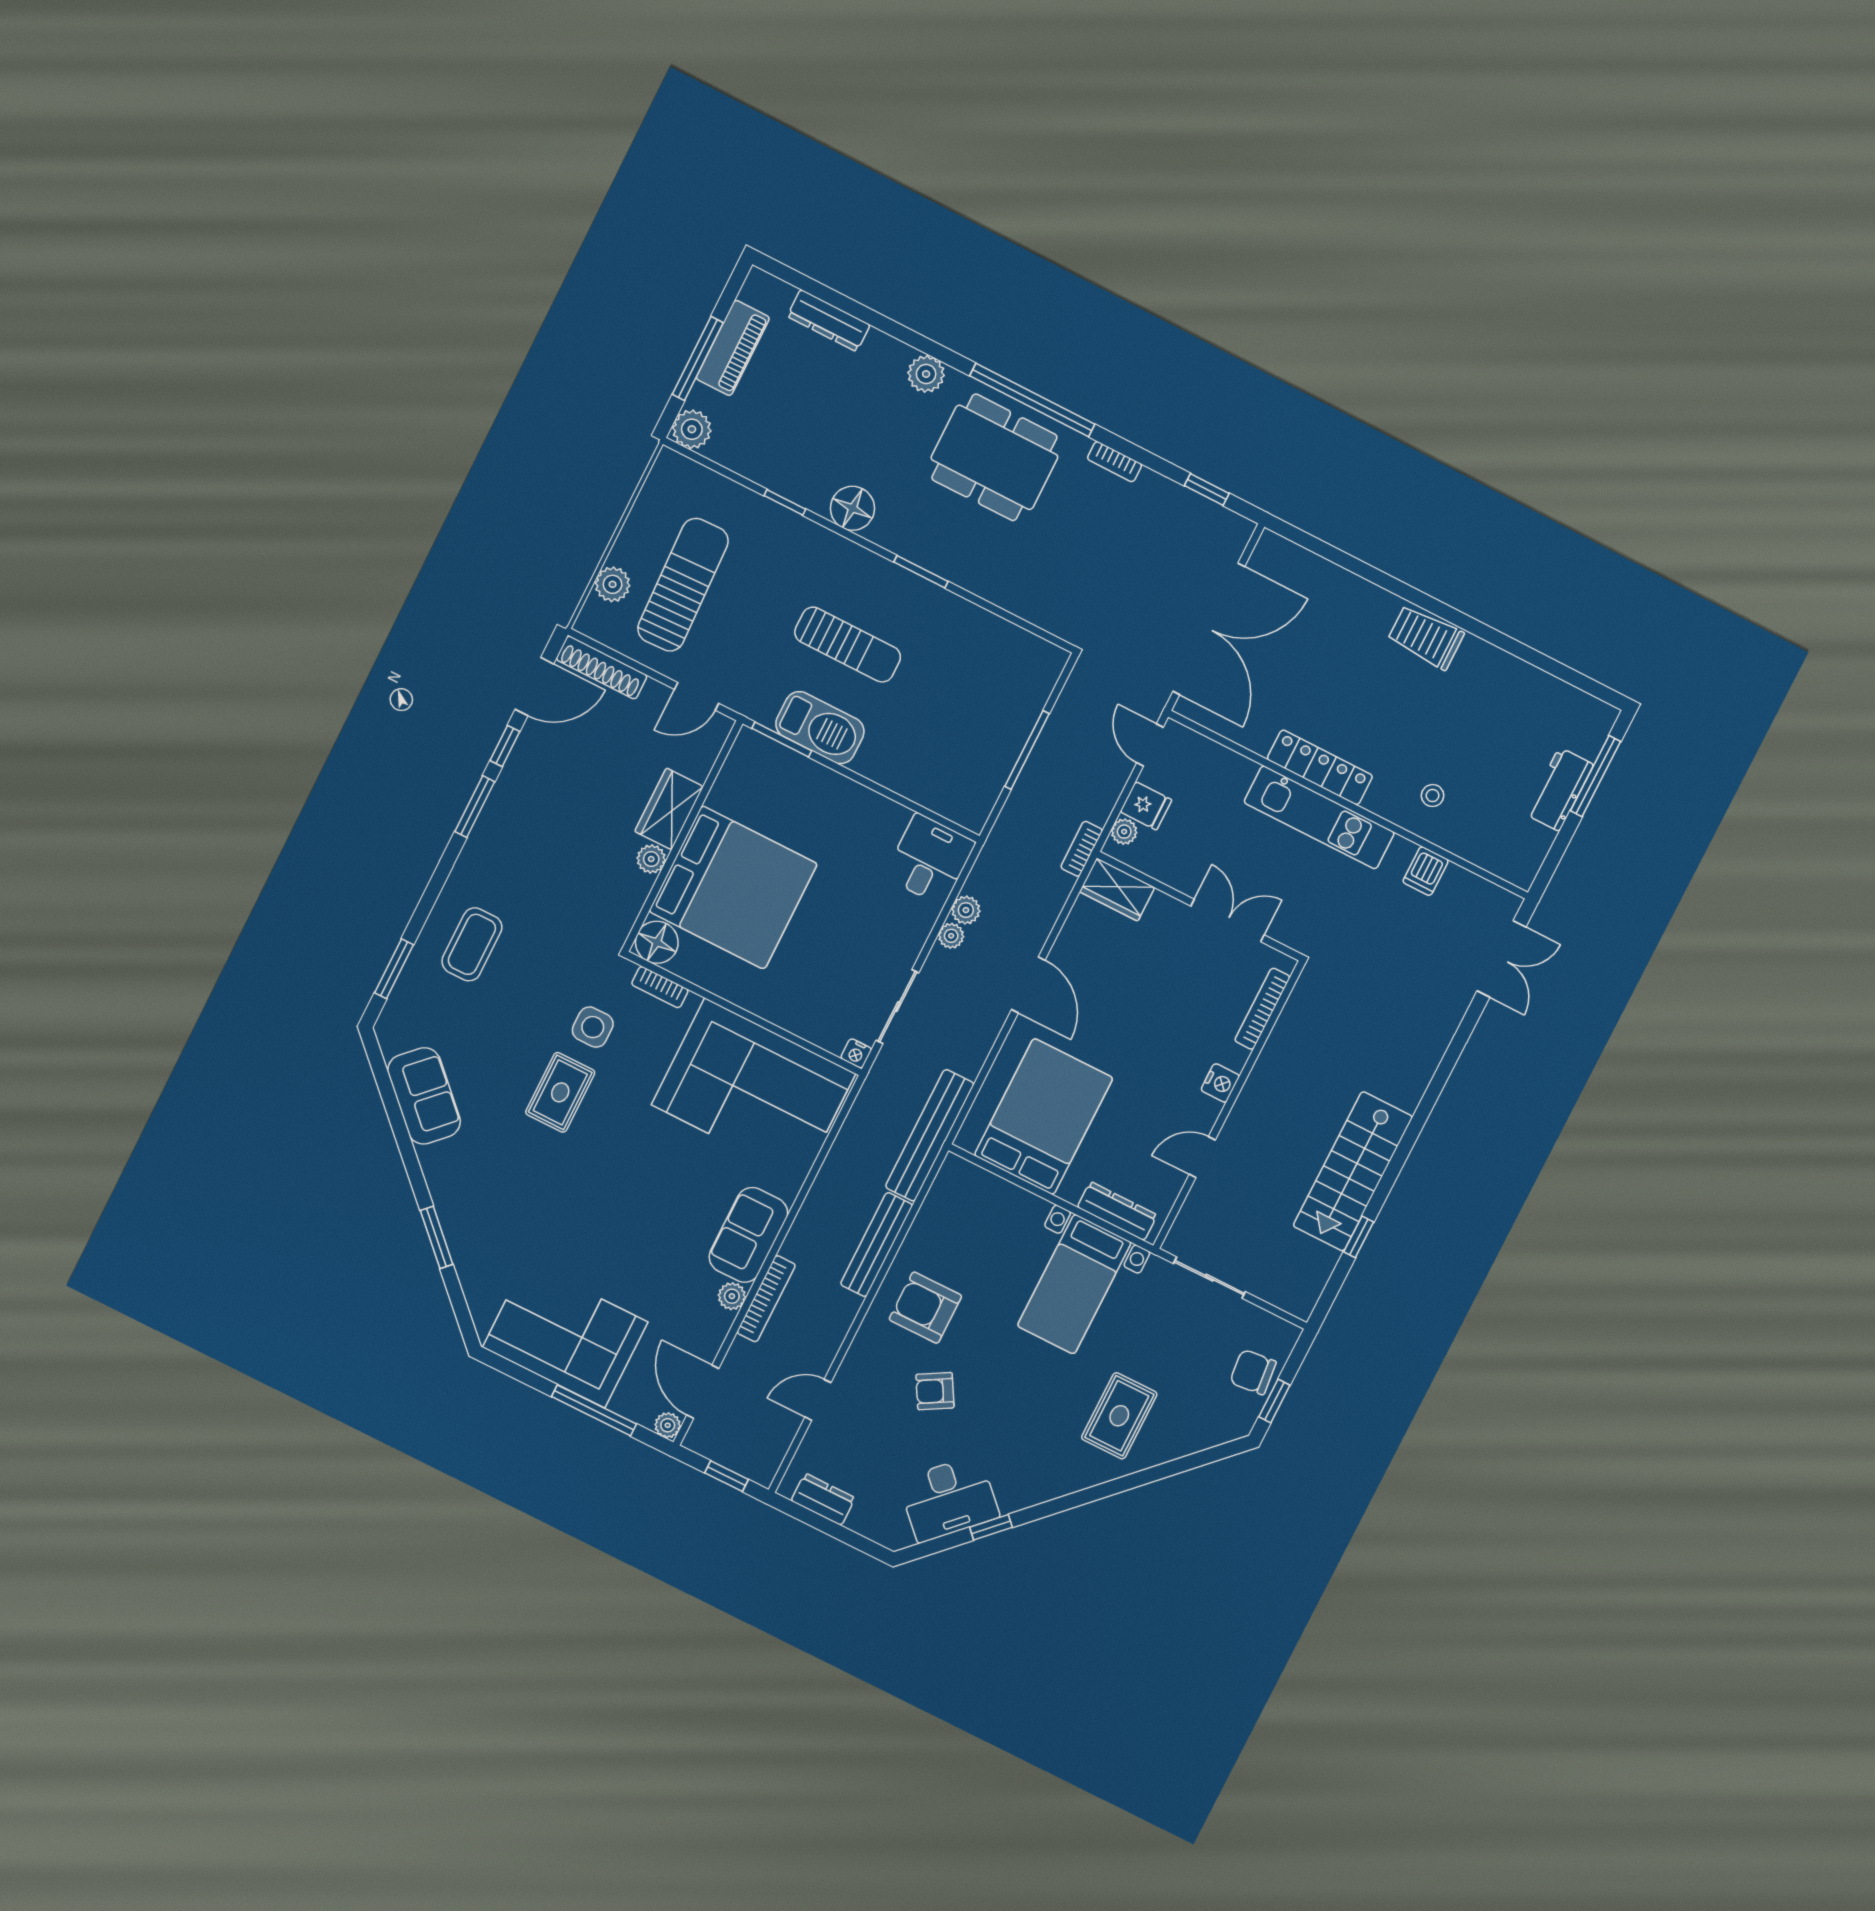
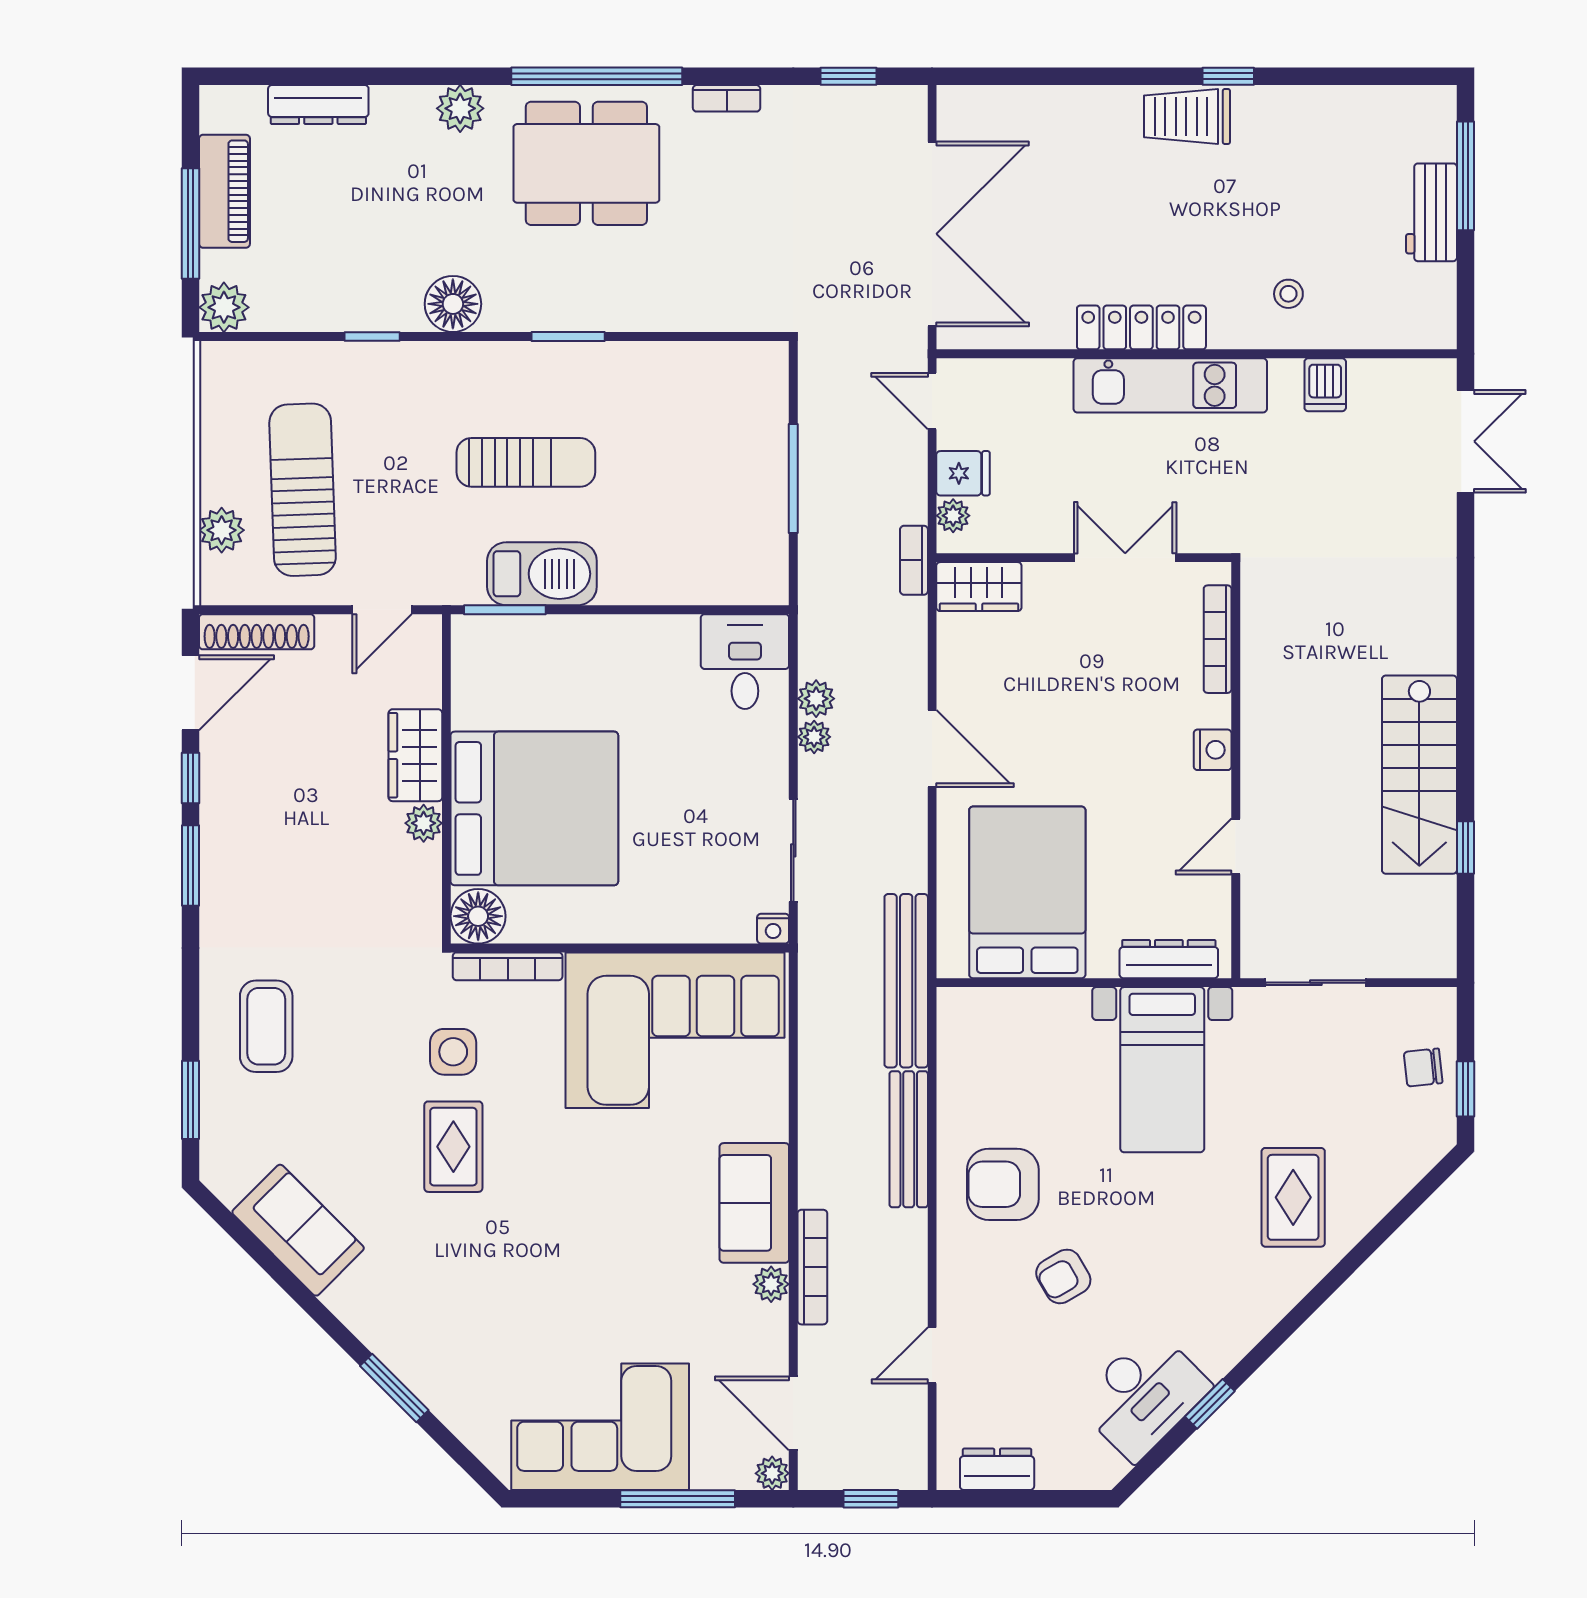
window: (1468, 624) -> (1228, 76), added
bookcase: (660, 987) -> (508, 966), width x1.56
chair: (1253, 1372) -> (1423, 1067), width x0.73, depth x0.73

